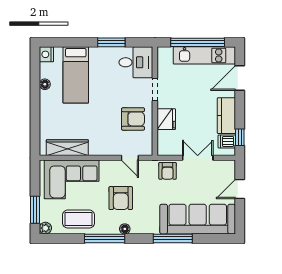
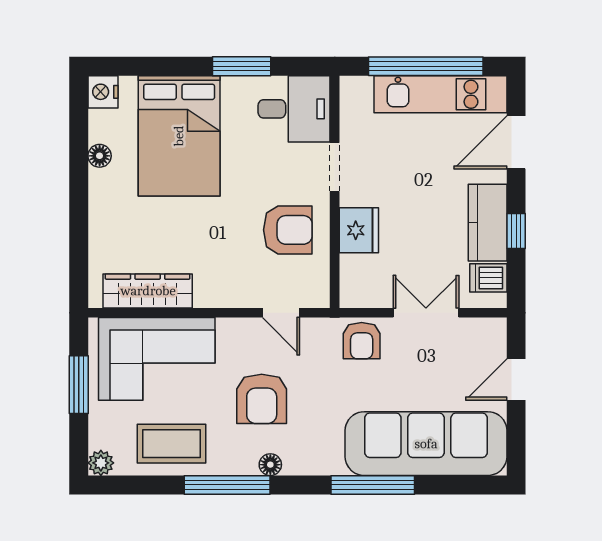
bed: (76, 75) -> (179, 136), width x1.50
window: (240, 137) -> (516, 231), moved
window: (35, 210) -> (79, 385), moved

